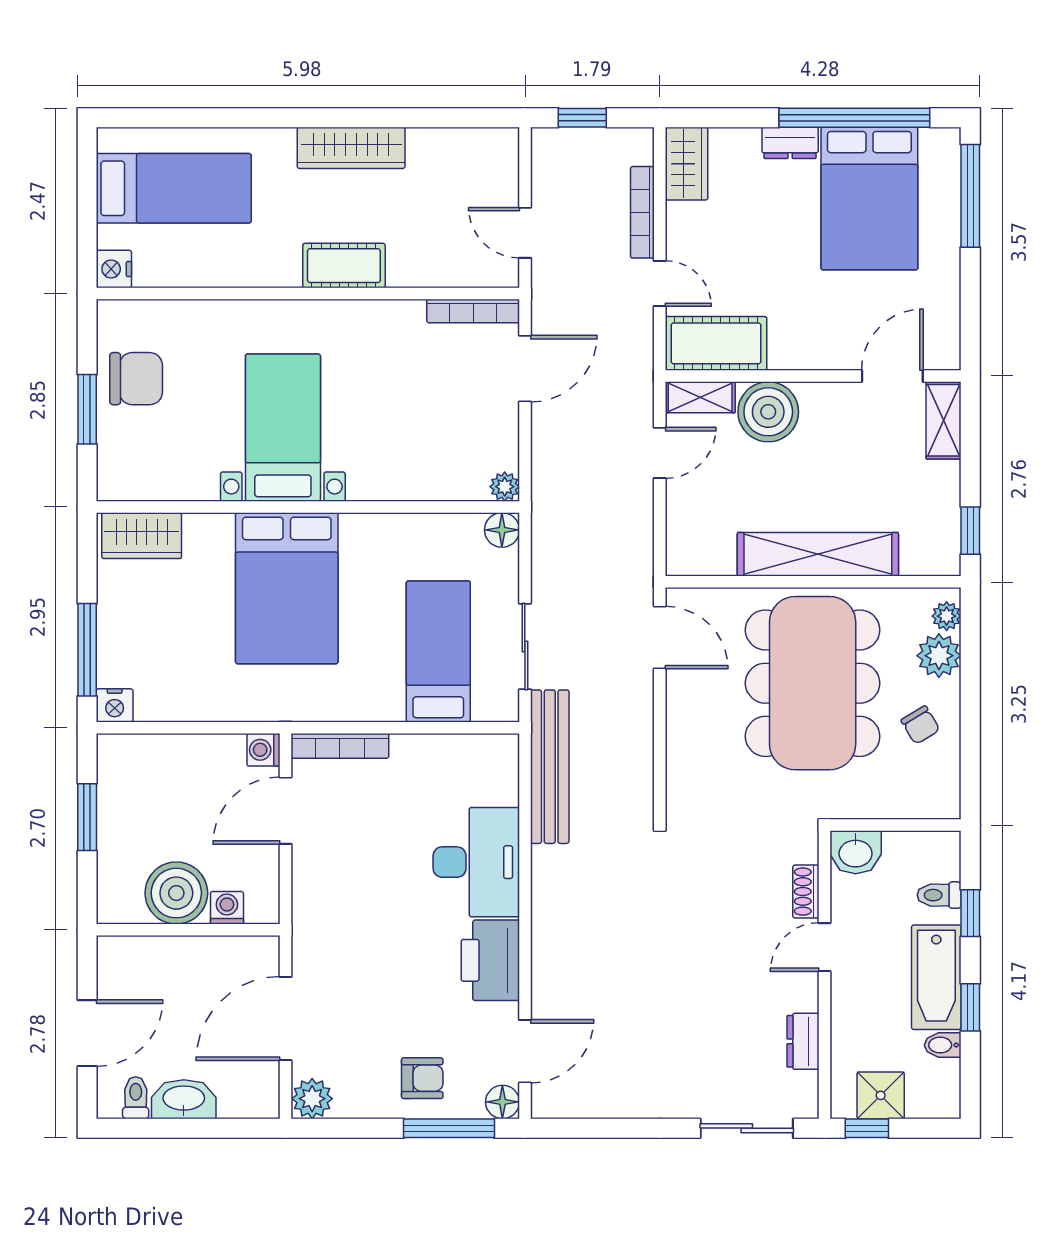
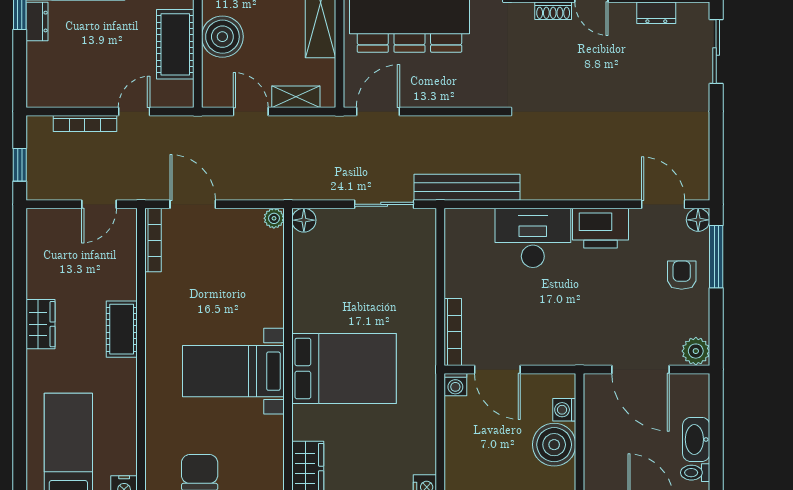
wardrobe: (351, 148) -> (41, 324), width x0.67
wardrobe: (687, 164) -> (51, 93), removed
cot: (716, 343) -> (175, 44), moved
shelving: (700, 397) -> (296, 97), moved, turned 90
bed: (438, 651) -> (388, 264), removed

